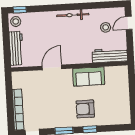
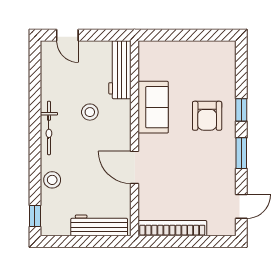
stool: (16, 21) -> (52, 180), moved
stool: (106, 27) -> (90, 112), moved
bookcase: (18, 110) -> (172, 228), moved

